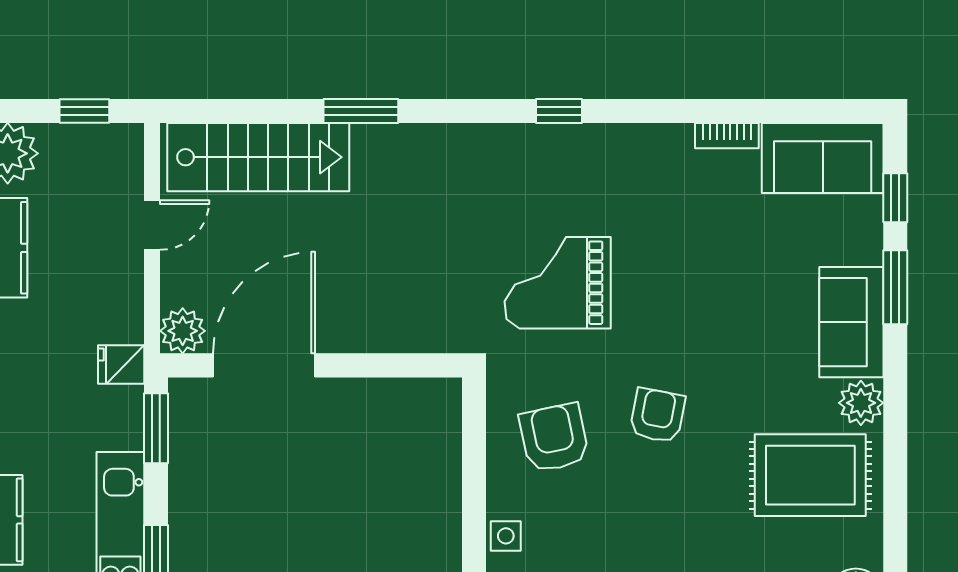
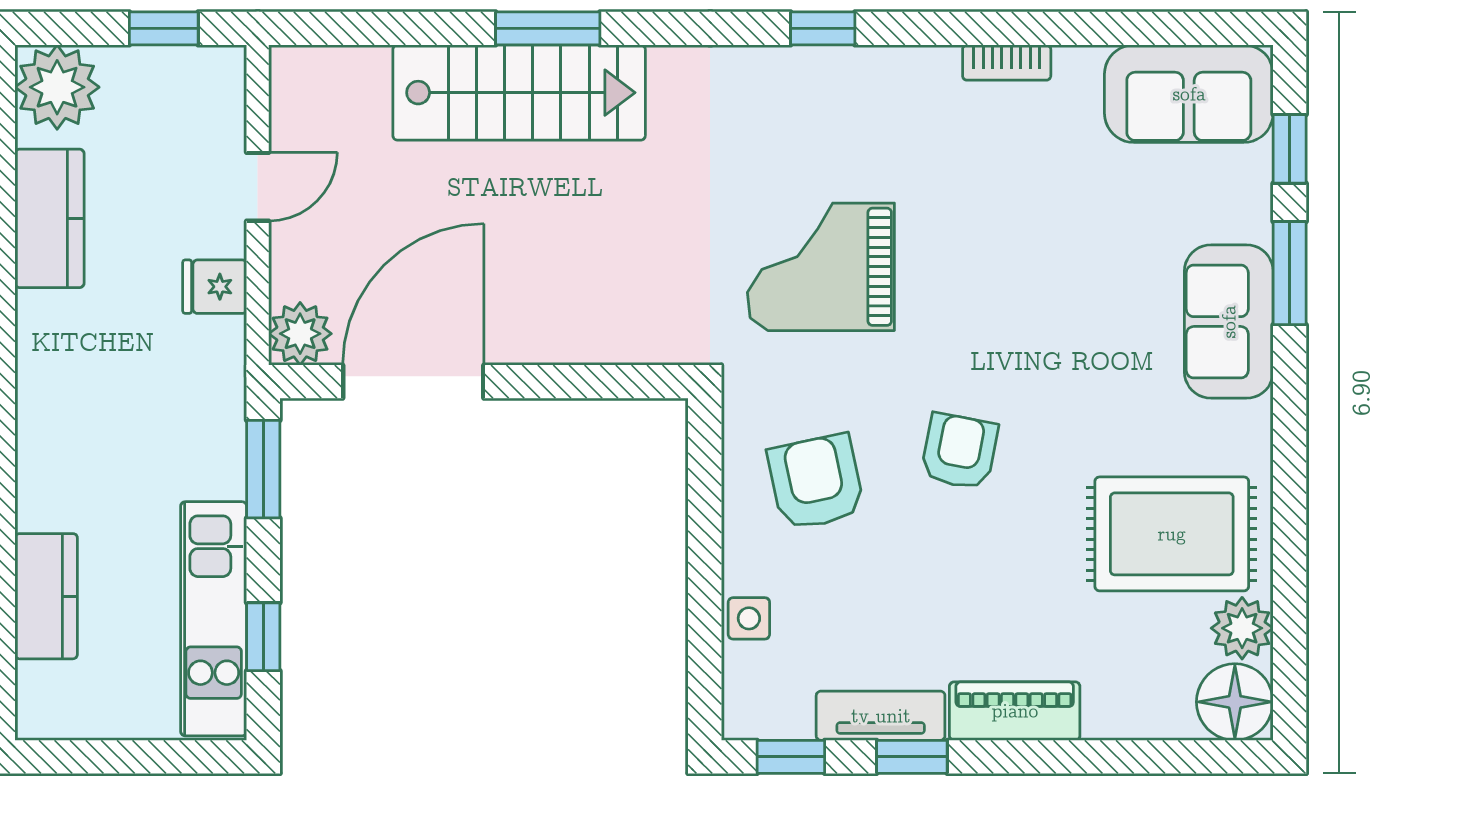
bookcase: (727, 136) -> (1007, 63), moved
stairs: (258, 157) -> (519, 93), moved
fridge: (121, 365) -> (215, 287), moved
plant: (861, 403) -> (1242, 628), moved

